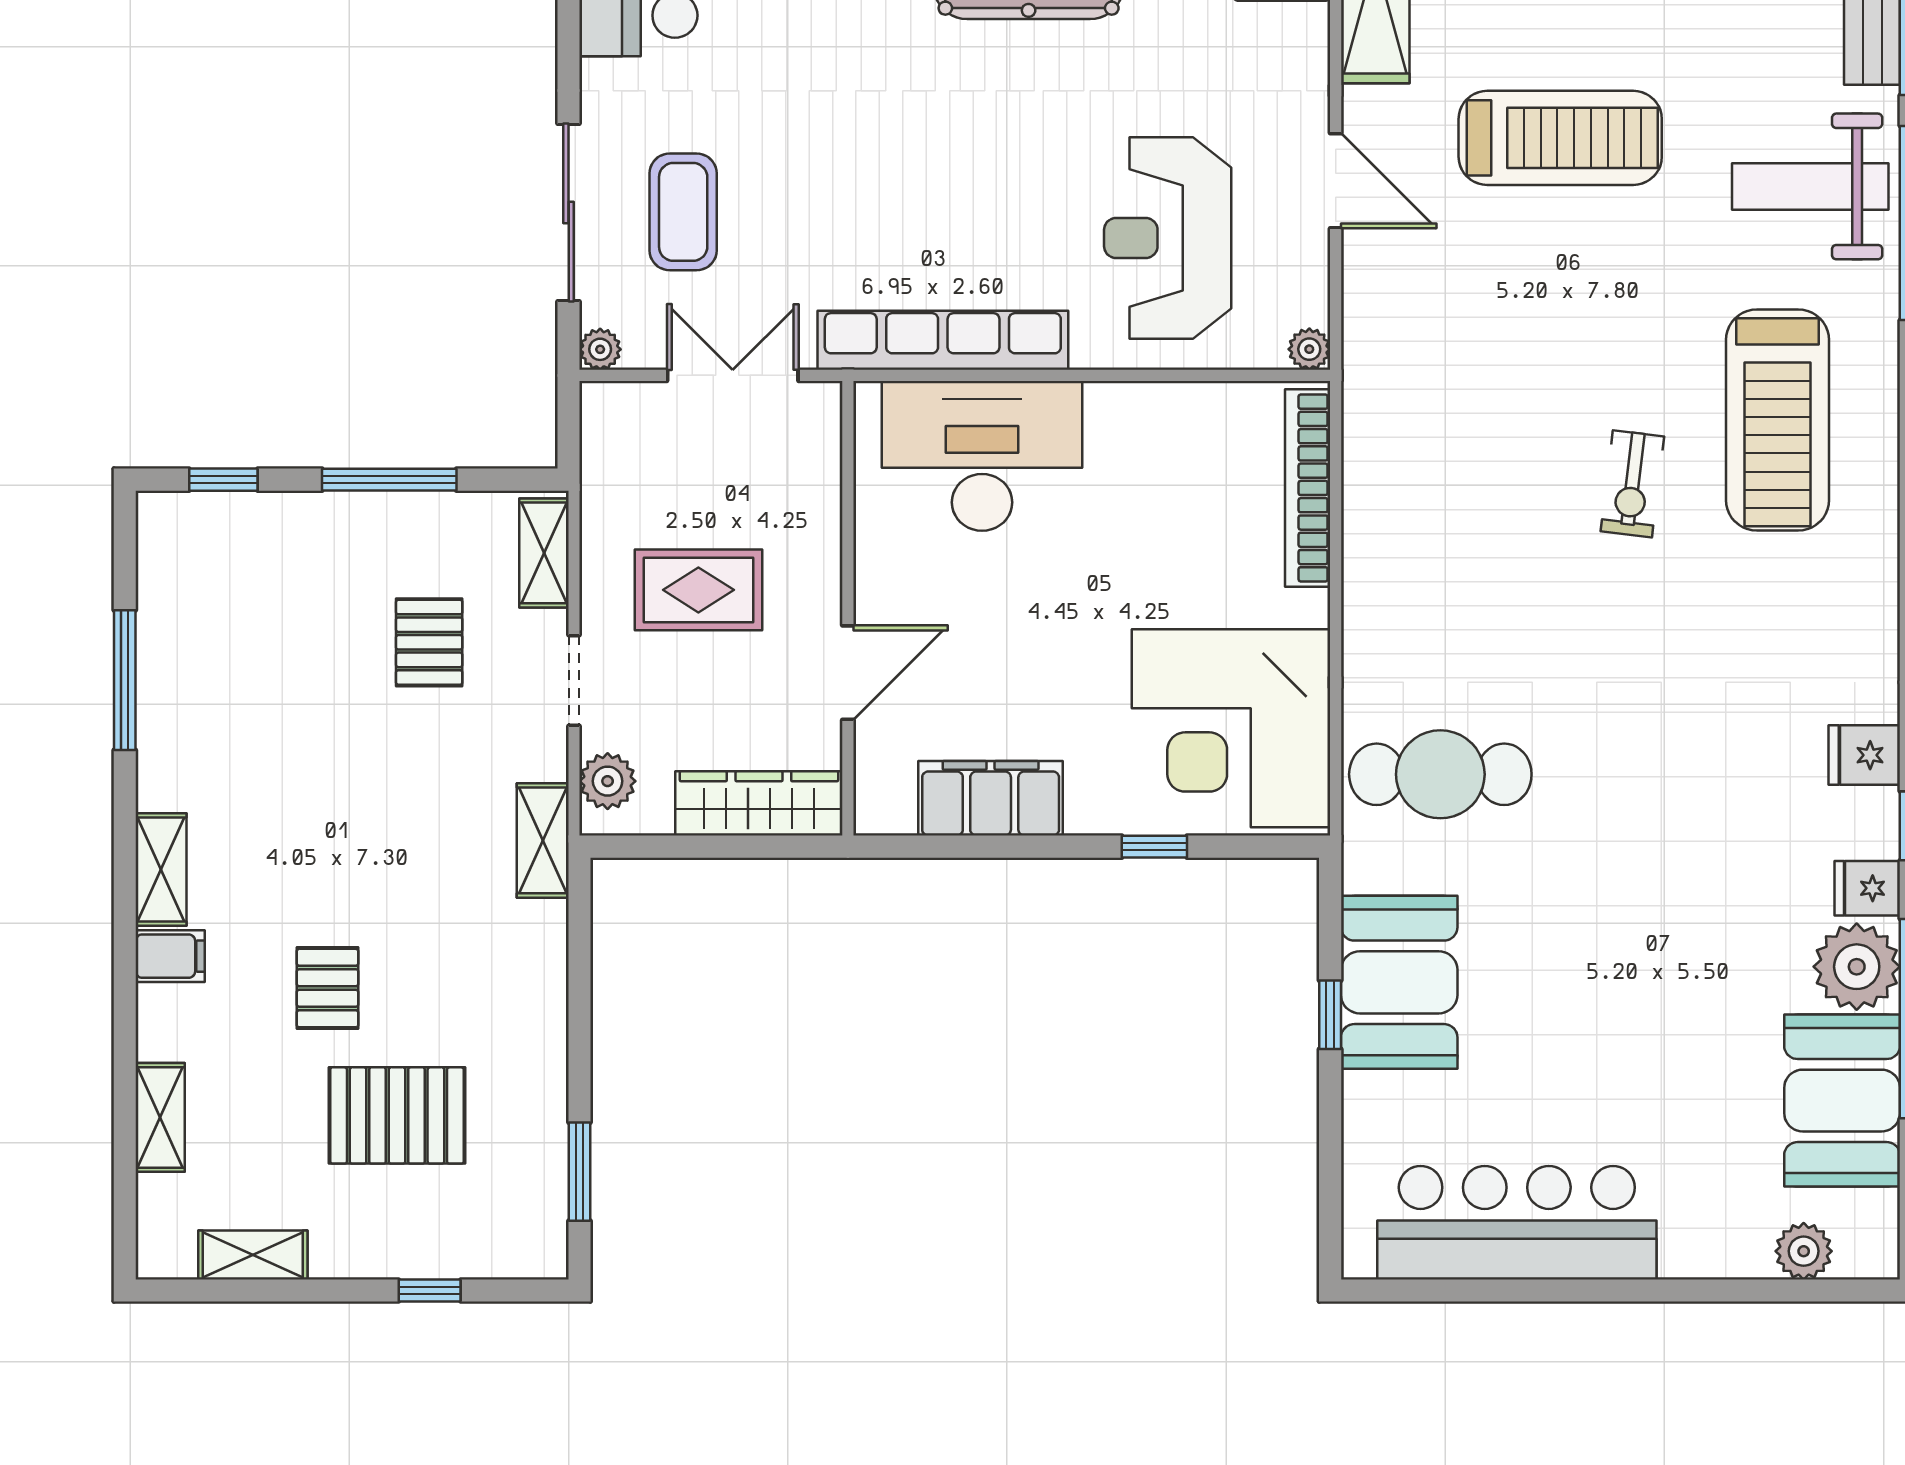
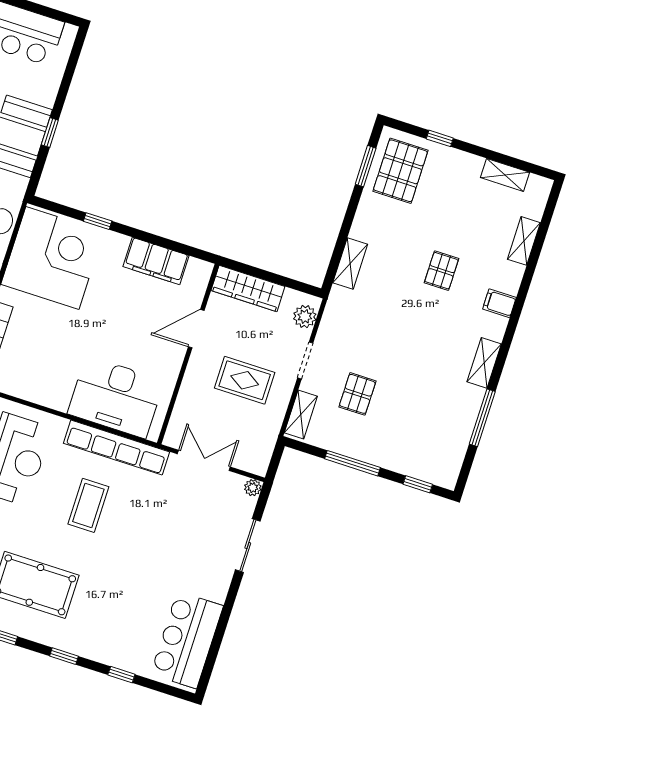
coffee table: (683, 212) -> (88, 505), moved
sliding door: (569, 213) -> (248, 546), width x0.73
double door: (733, 375) -> (204, 460), swing flipped
shelving: (543, 840) -> (350, 263), moved
shelving: (161, 869) -> (484, 363), moved
pallet: (397, 1115) -> (400, 171), moved, turned 90

